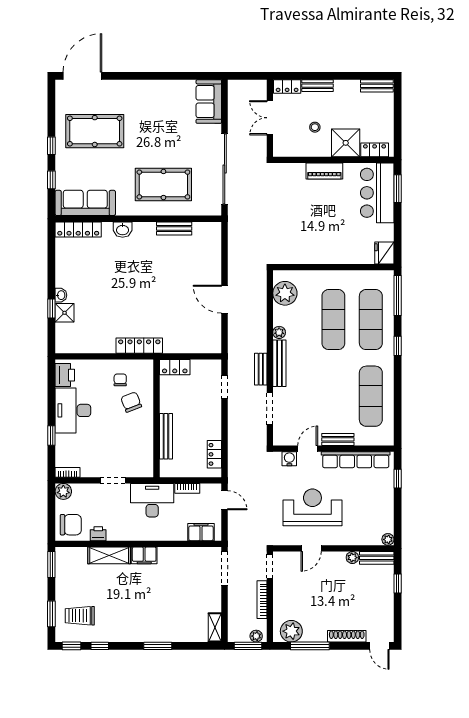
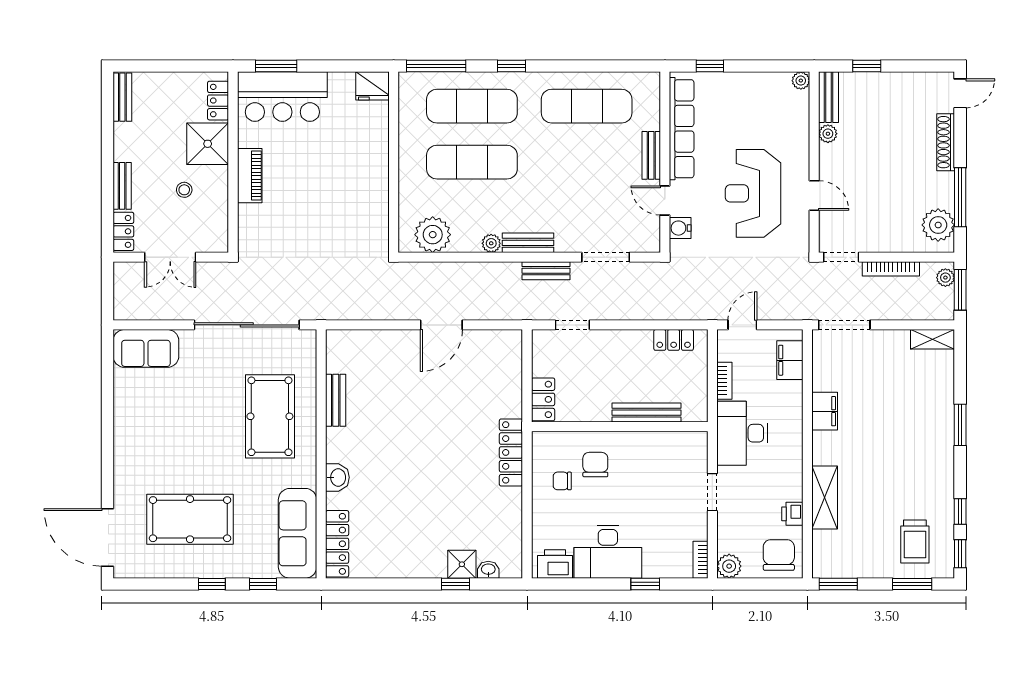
pool table: (95, 131) -> (190, 519), turned 90
washbasin: (61, 295) -> (488, 570), moved
bench: (279, 363) -> (528, 243), width x0.73
chair: (131, 402) -> (595, 465), turned 111
filing cabinet: (144, 555) -> (825, 411), moved

